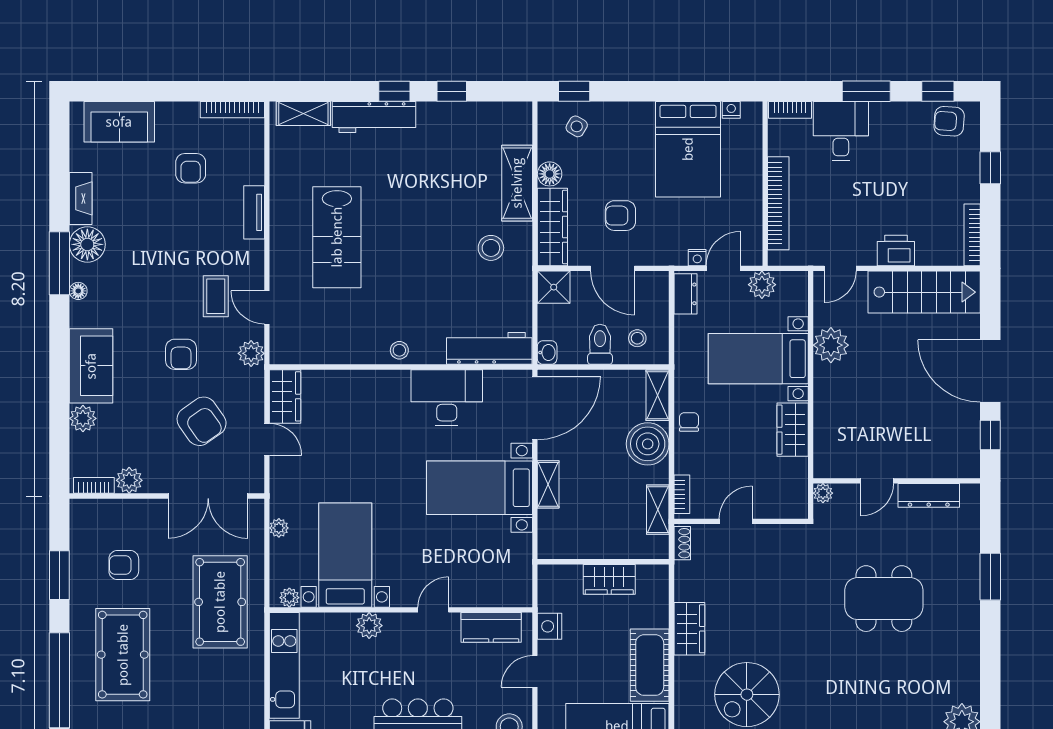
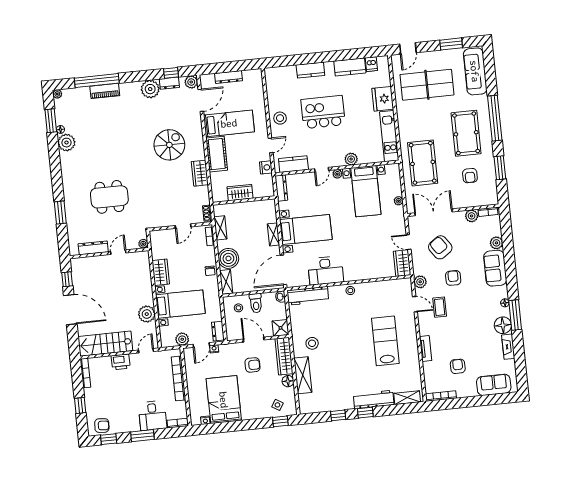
armchair: (124, 565) -> (470, 176), turned 90
dresser: (522, 580) -> (281, 188), added
plant: (289, 598) -> (337, 174), moved

